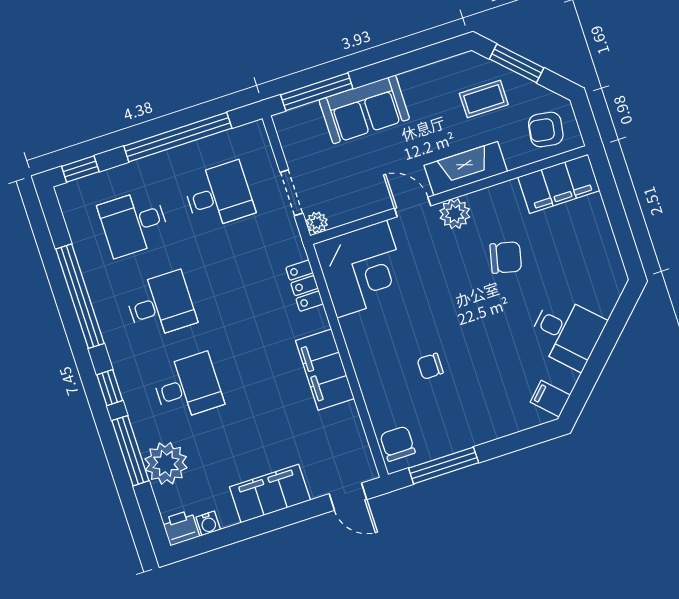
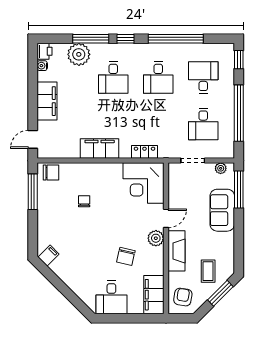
plant: (317, 223) -> (221, 168), moved
desk: (567, 333) -> (111, 297), moved, turned -45

